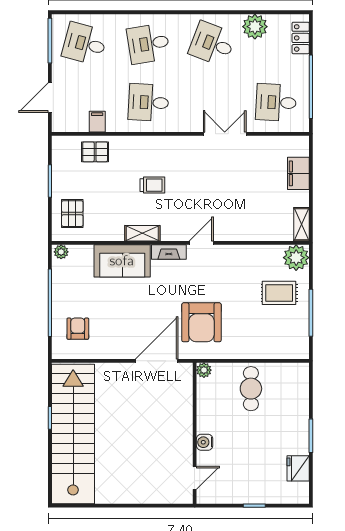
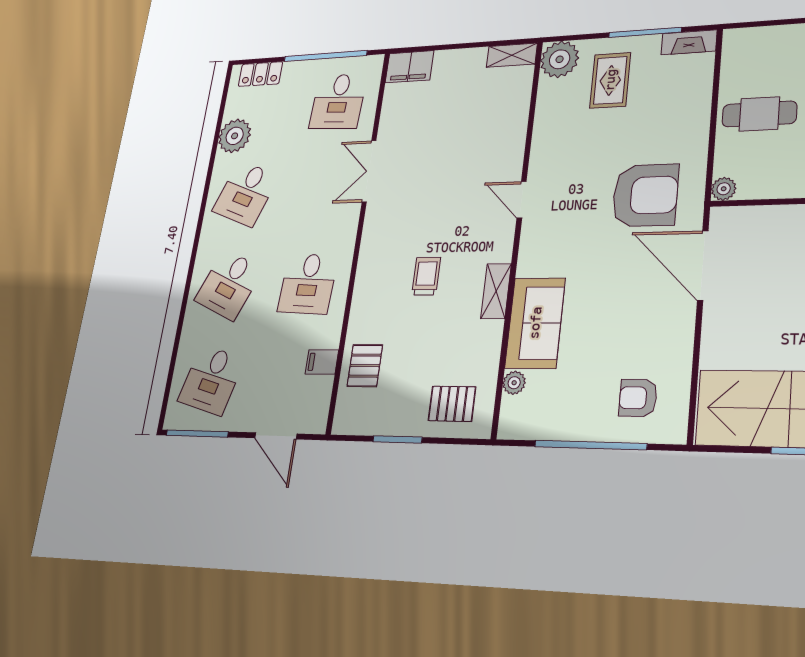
desk: (148, 44) -> (229, 285), turned 33
filing cabinet: (298, 173) -> (409, 67), moved
plant: (61, 252) -> (514, 383), moved
fireplace: (169, 252) -> (689, 42), moved, turned 90

